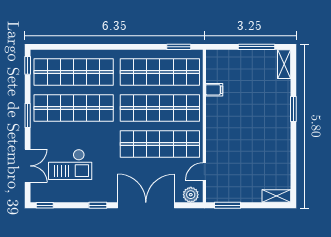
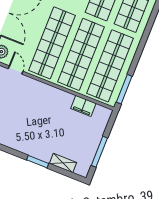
window: (179, 47) -> (124, 89), width x1.44
shelving: (284, 64) -> (63, 163), moved
filing cabinet: (214, 90) -> (83, 106), width x2.00

